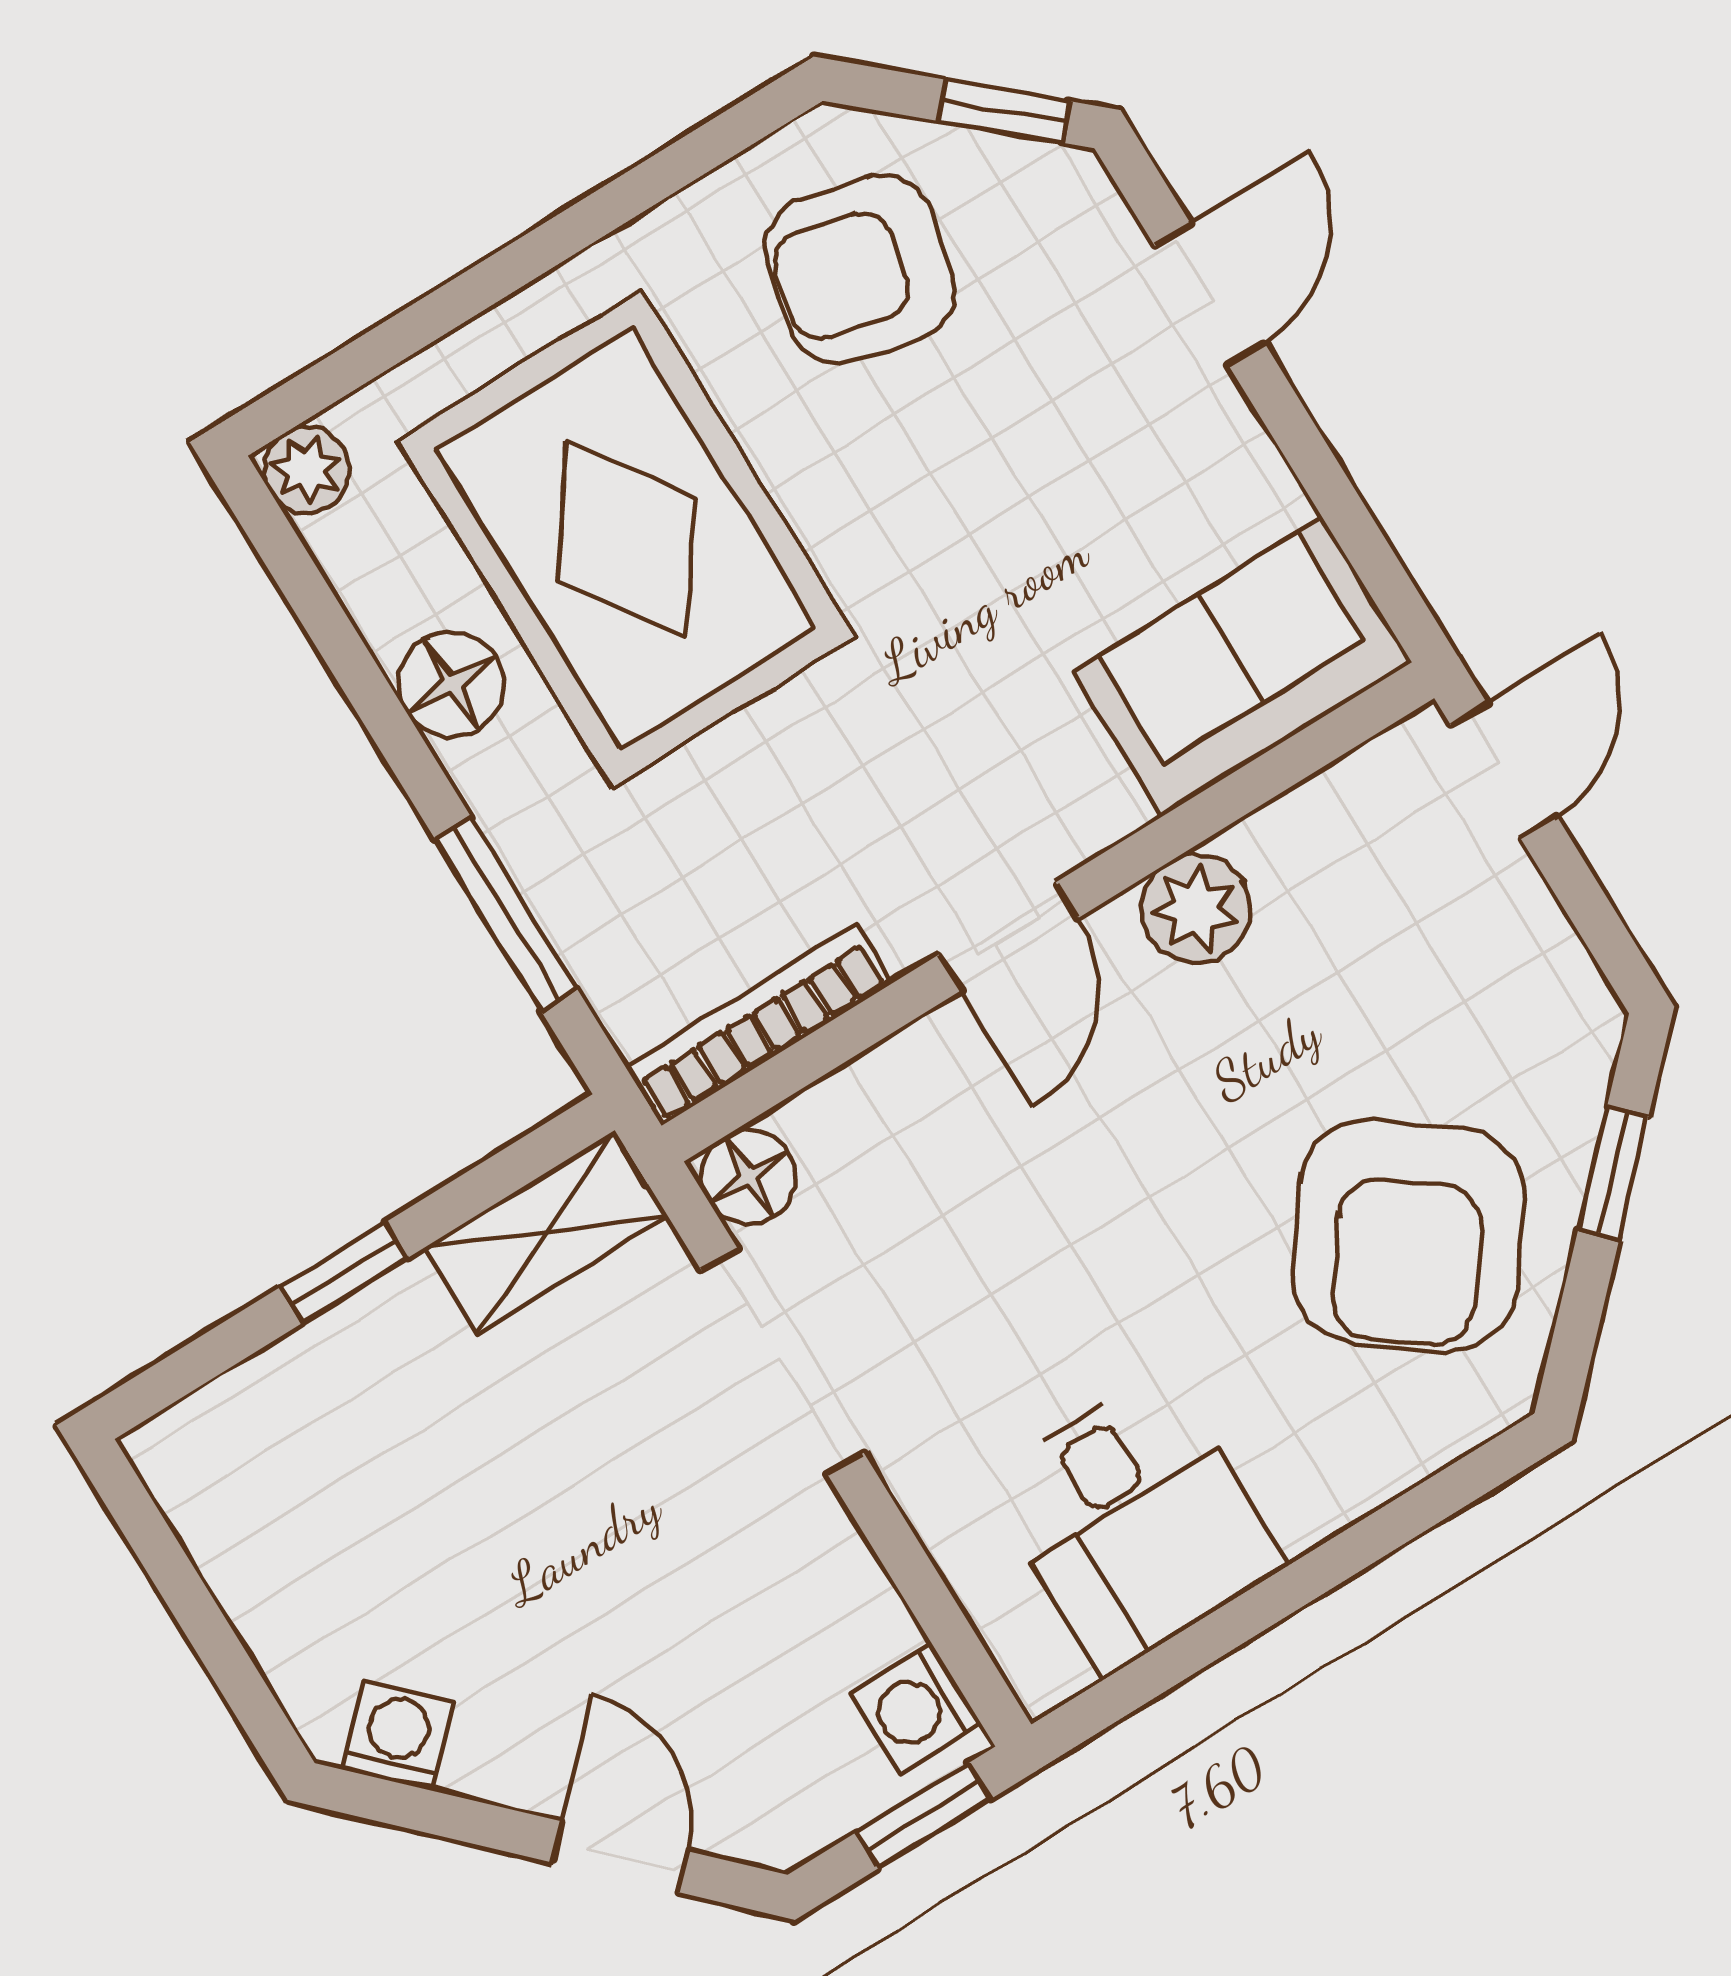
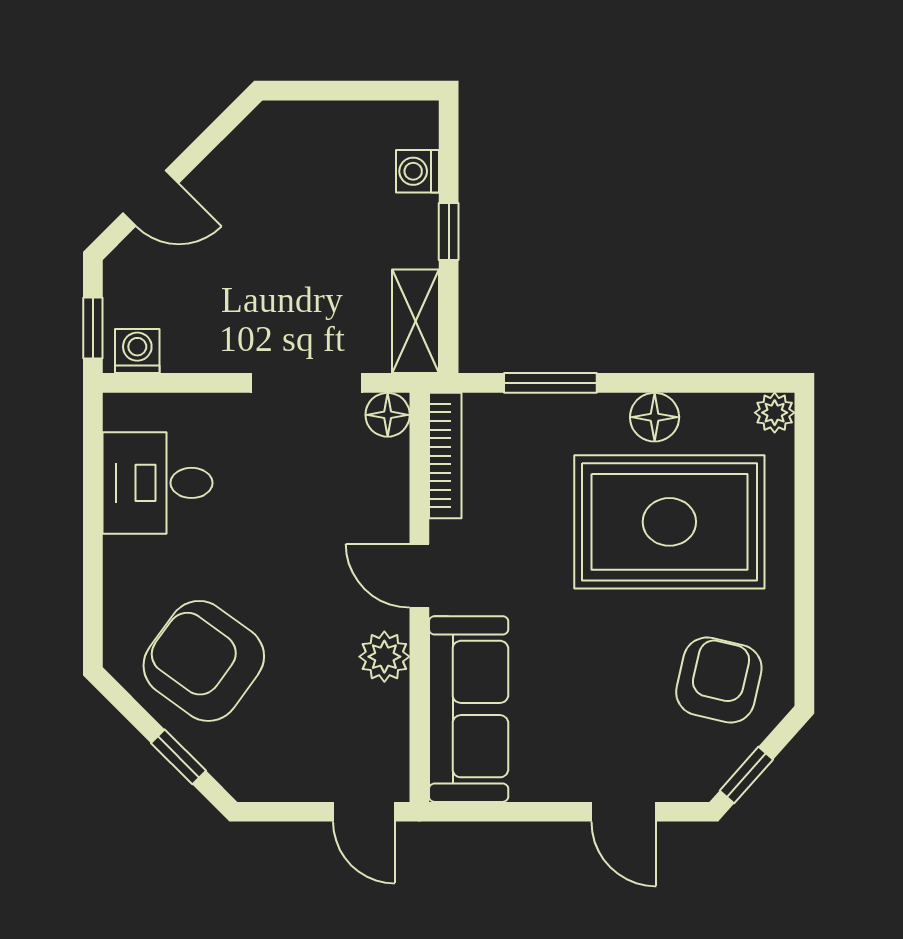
sofa: (1242, 667) -> (469, 709), width x1.36
washing machine: (397, 1735) -> (417, 171), moved, turned 135

